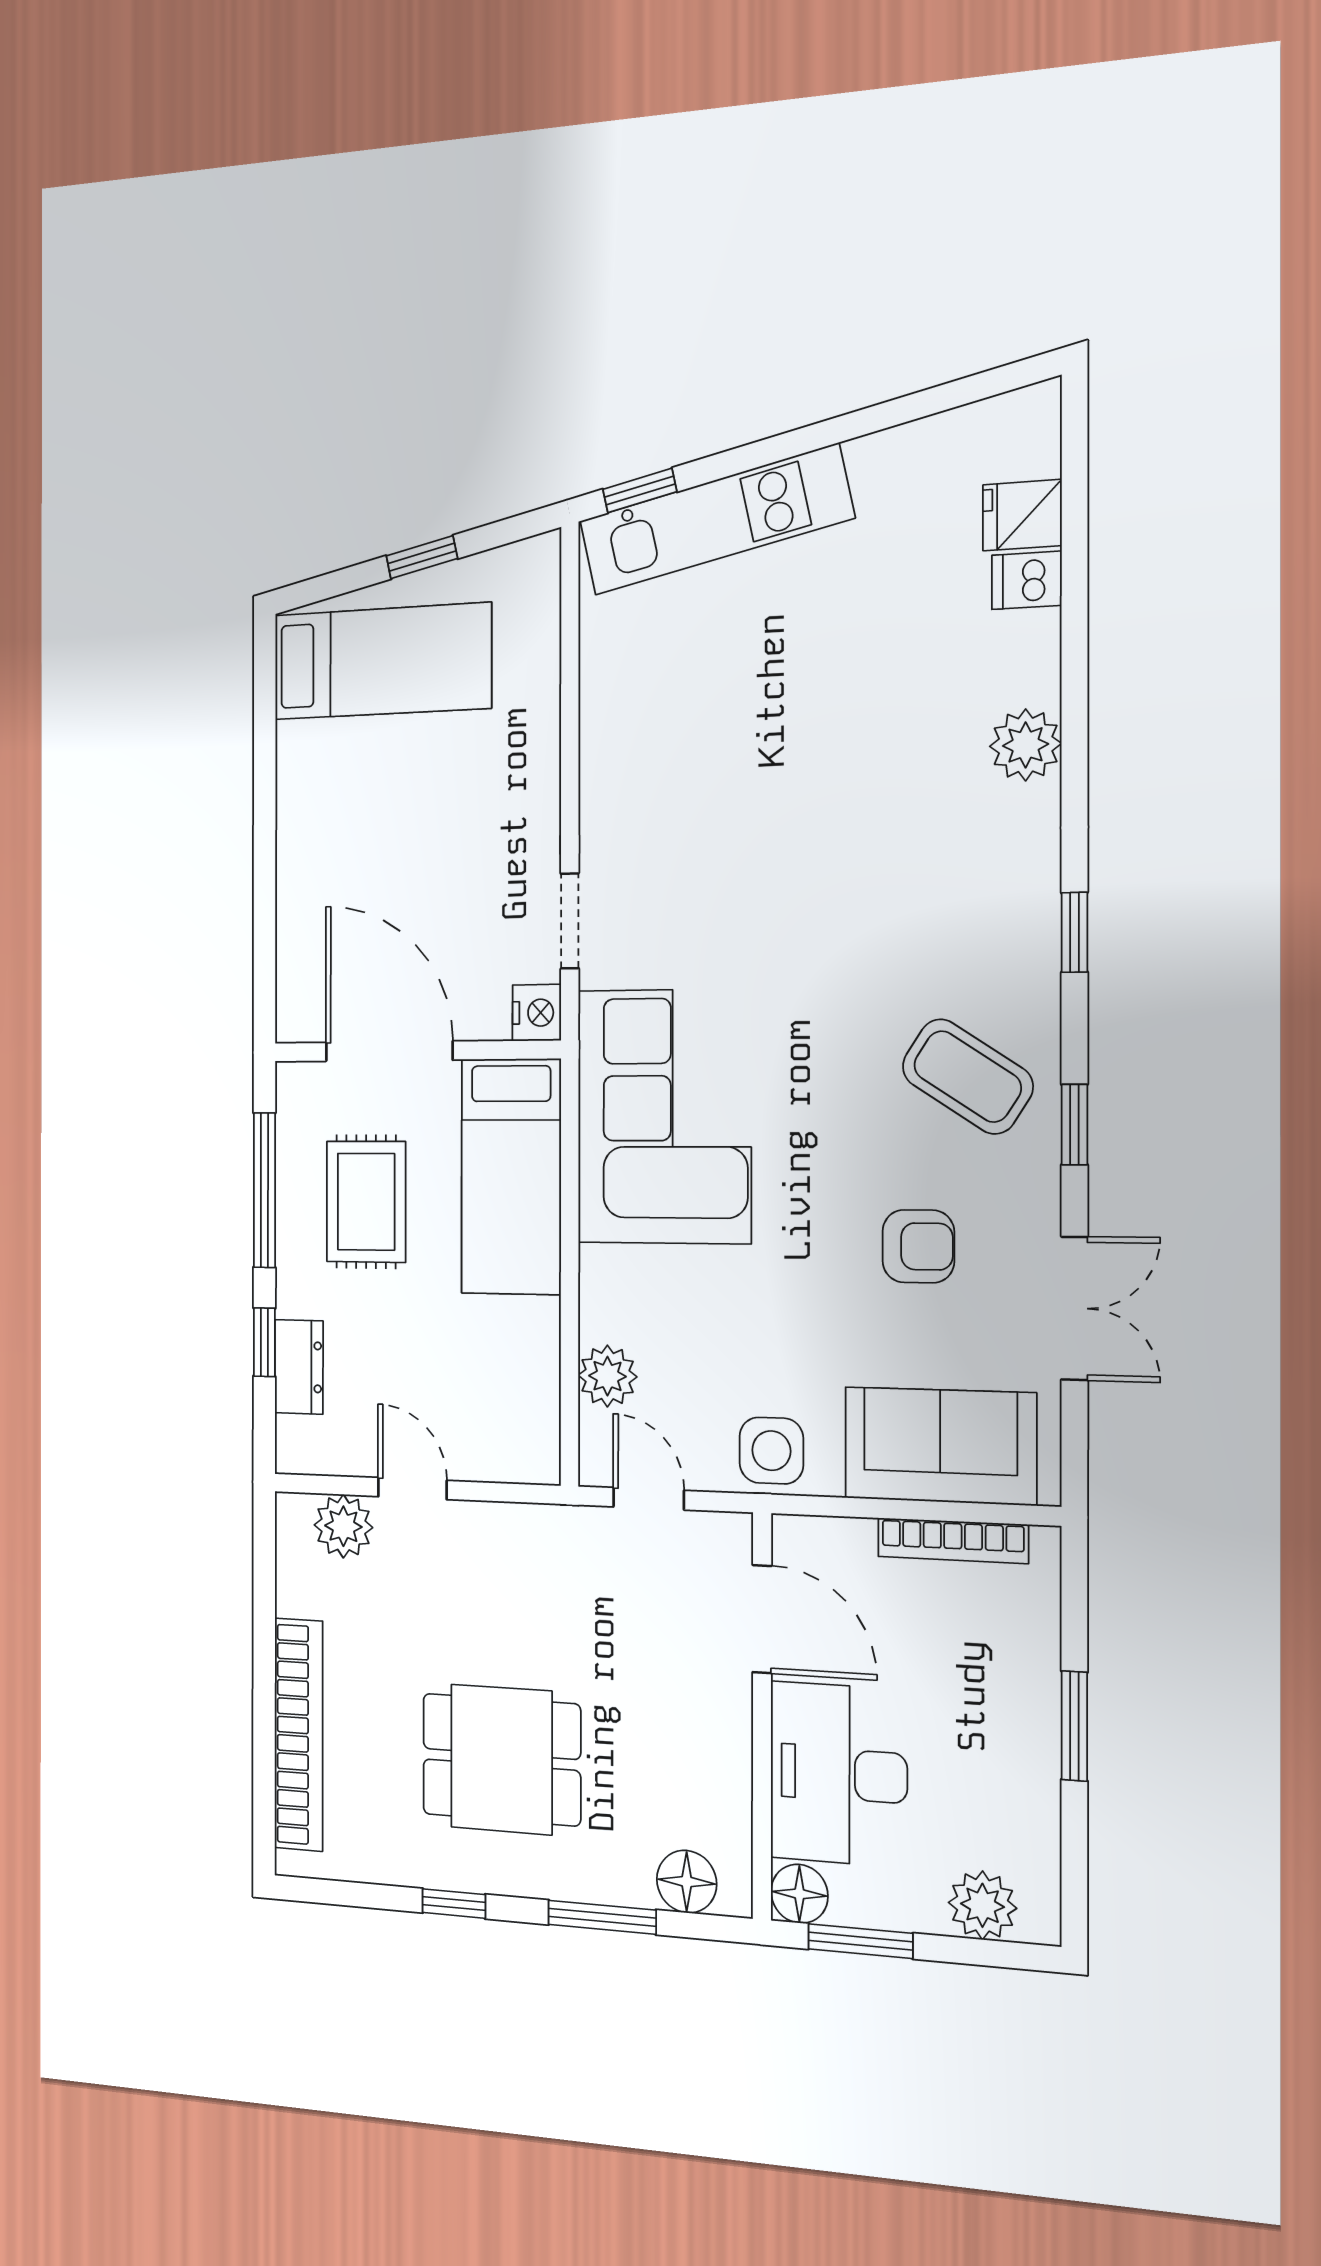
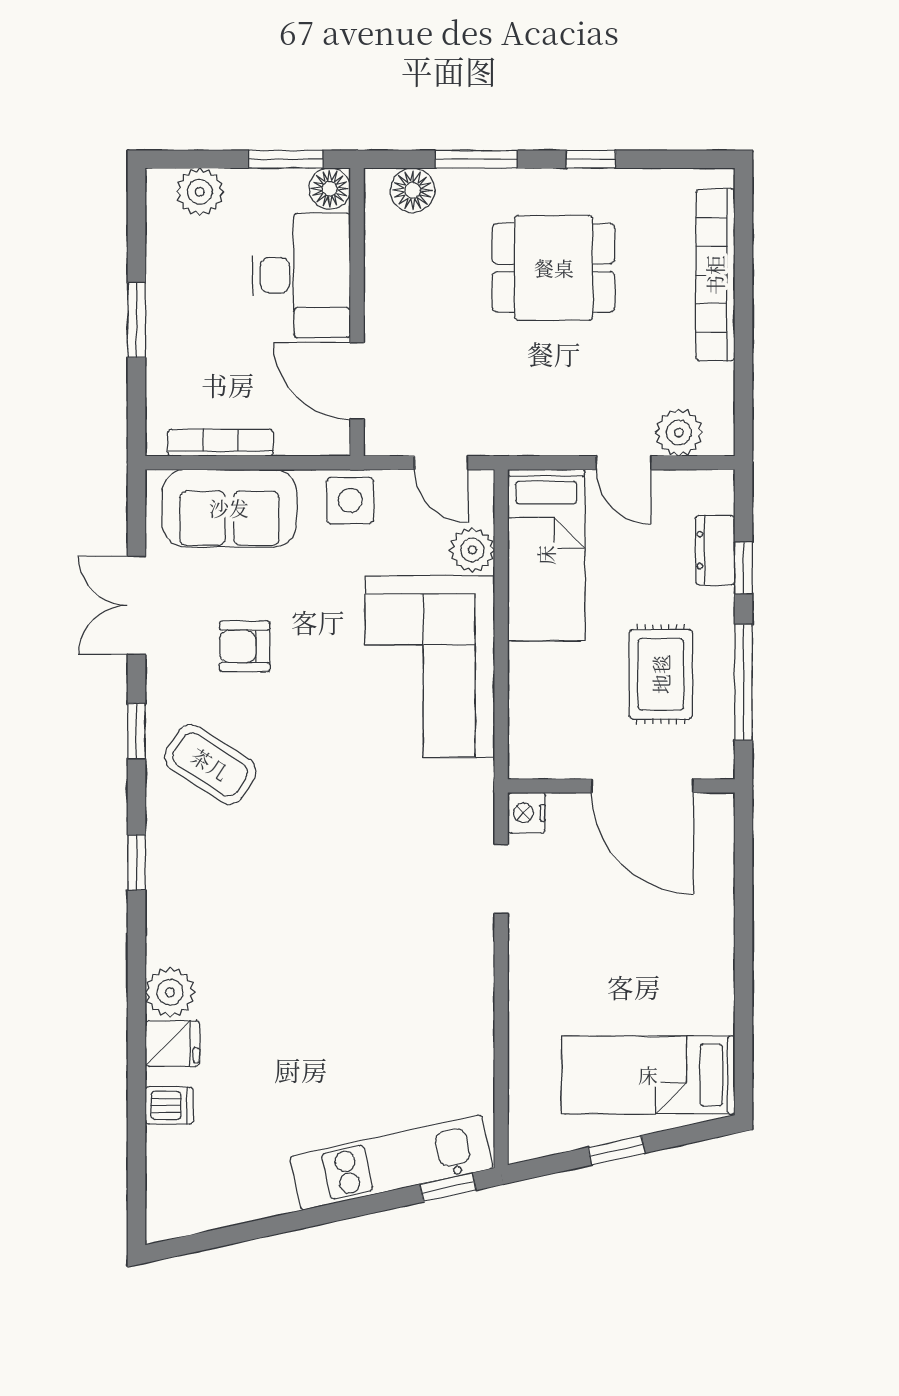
fridge: (1022, 515) -> (172, 1043), moved
corner sofa: (664, 1116) -> (430, 667), moved
bed: (511, 1176) -> (546, 555), moved, turned 180

